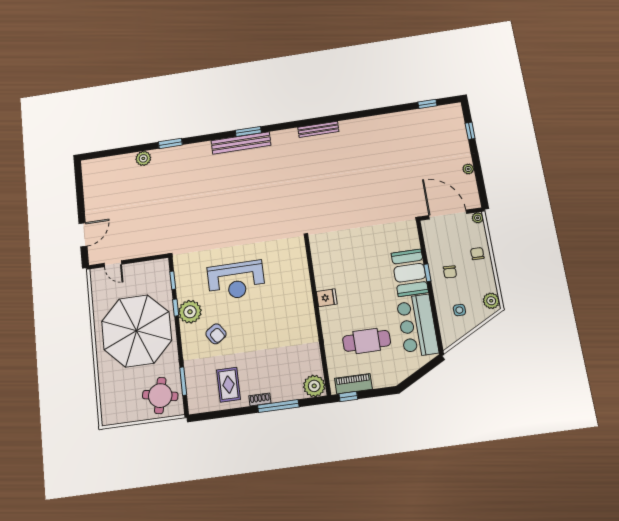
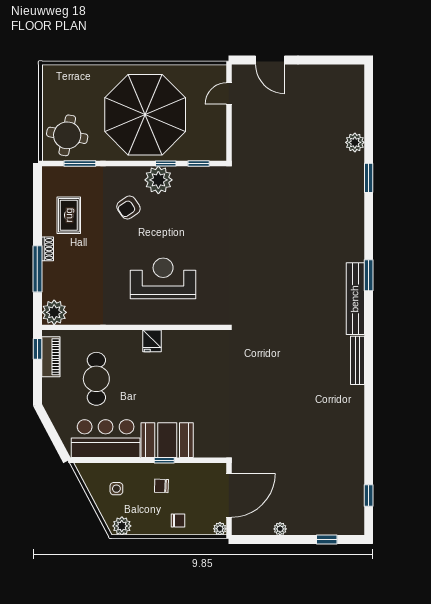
bench: (241, 143) -> (355, 299), moved
reception desk: (236, 280) -> (163, 278), moved, turned 90
rug: (228, 385) -> (69, 215), turned 90

